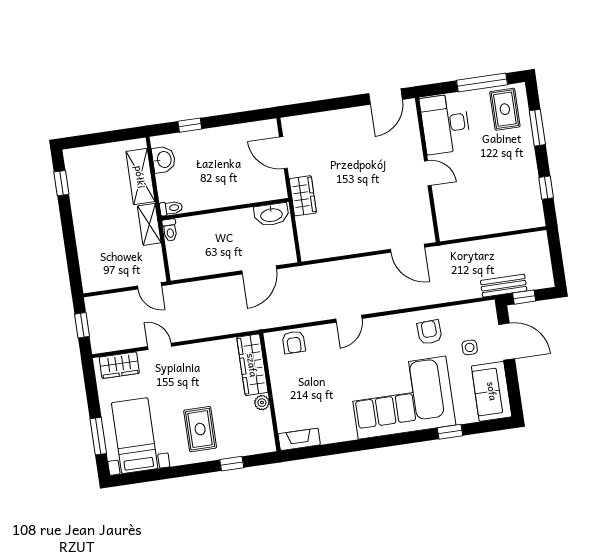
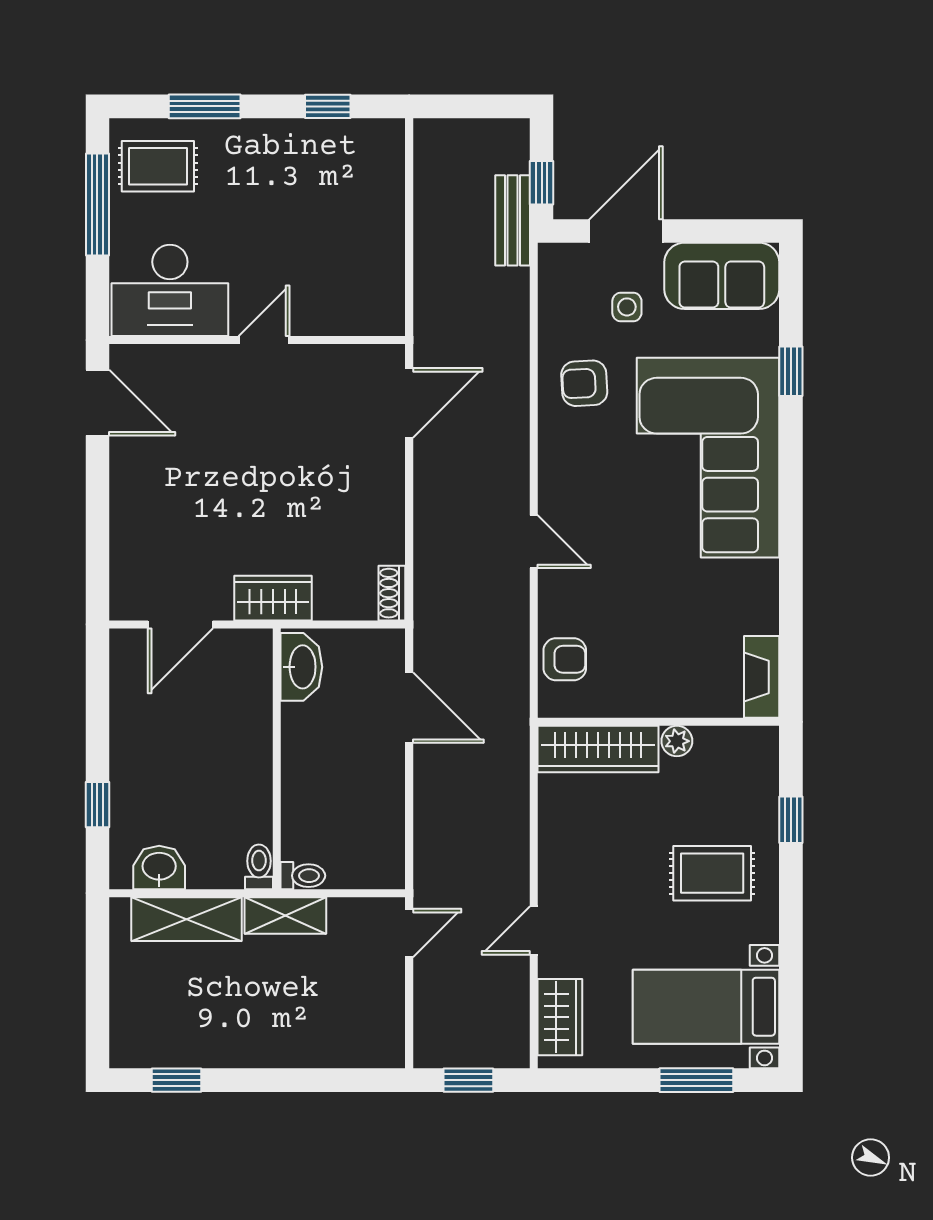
shoe rack: (314, 253) -> (392, 593), added

